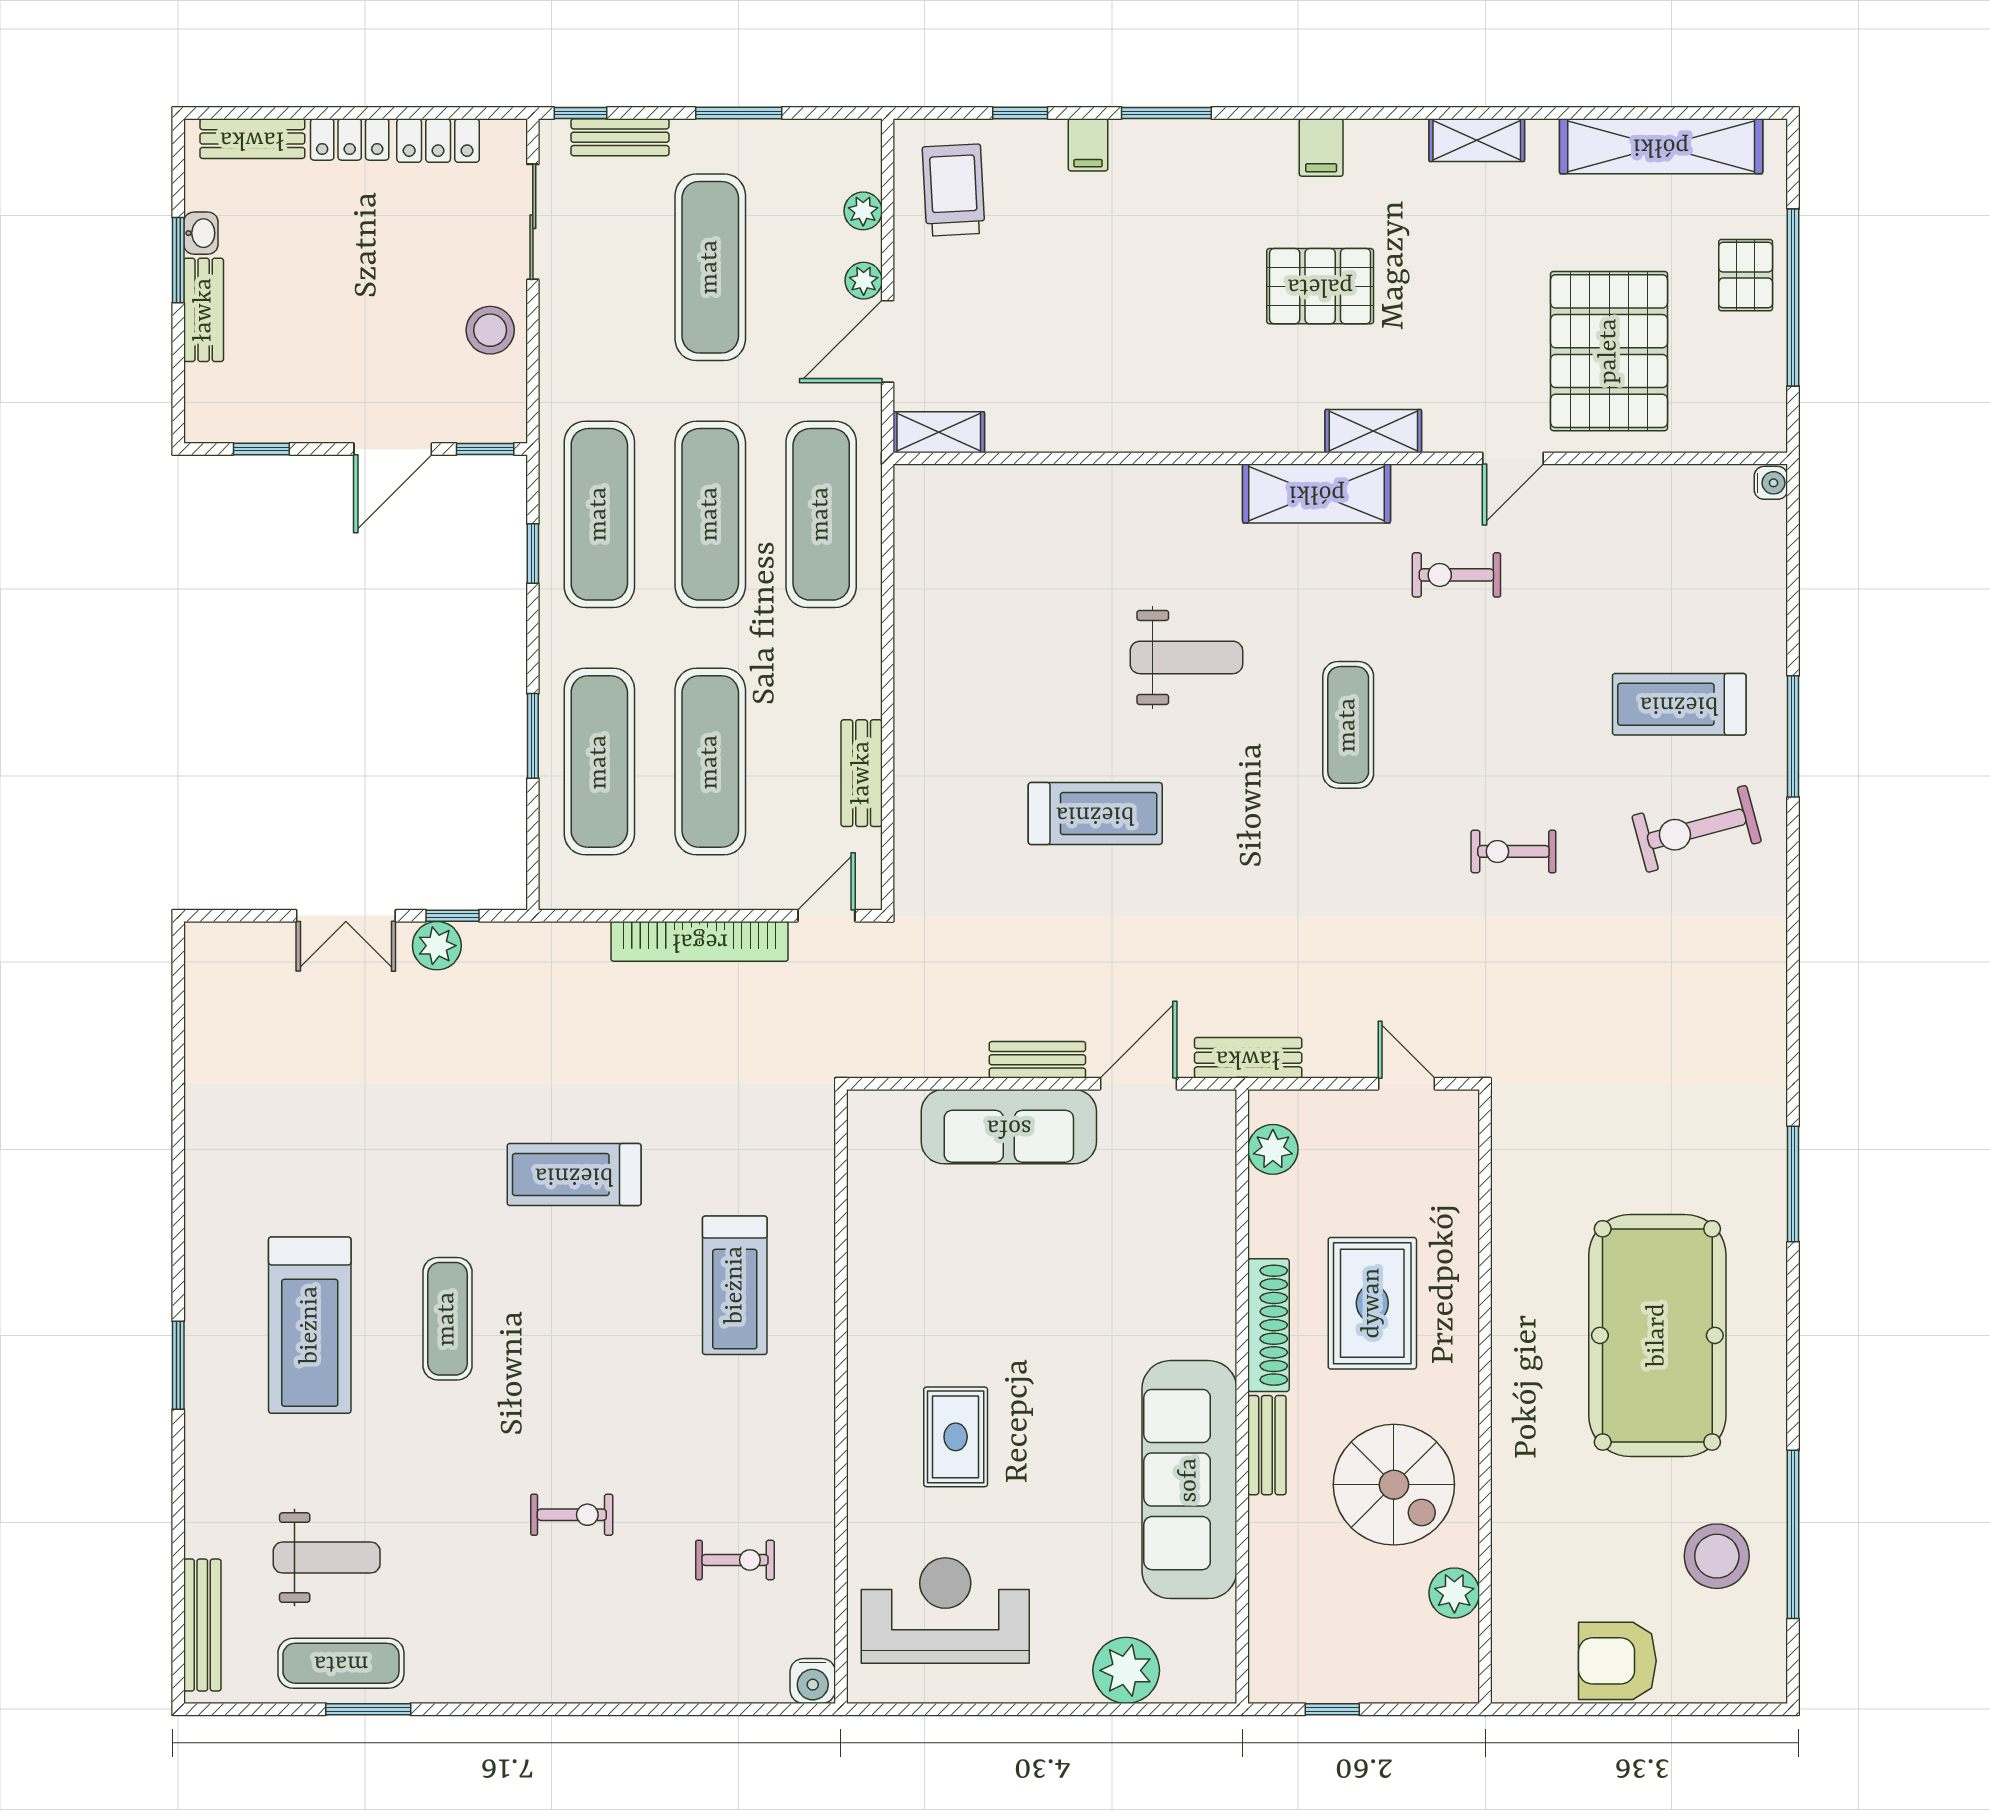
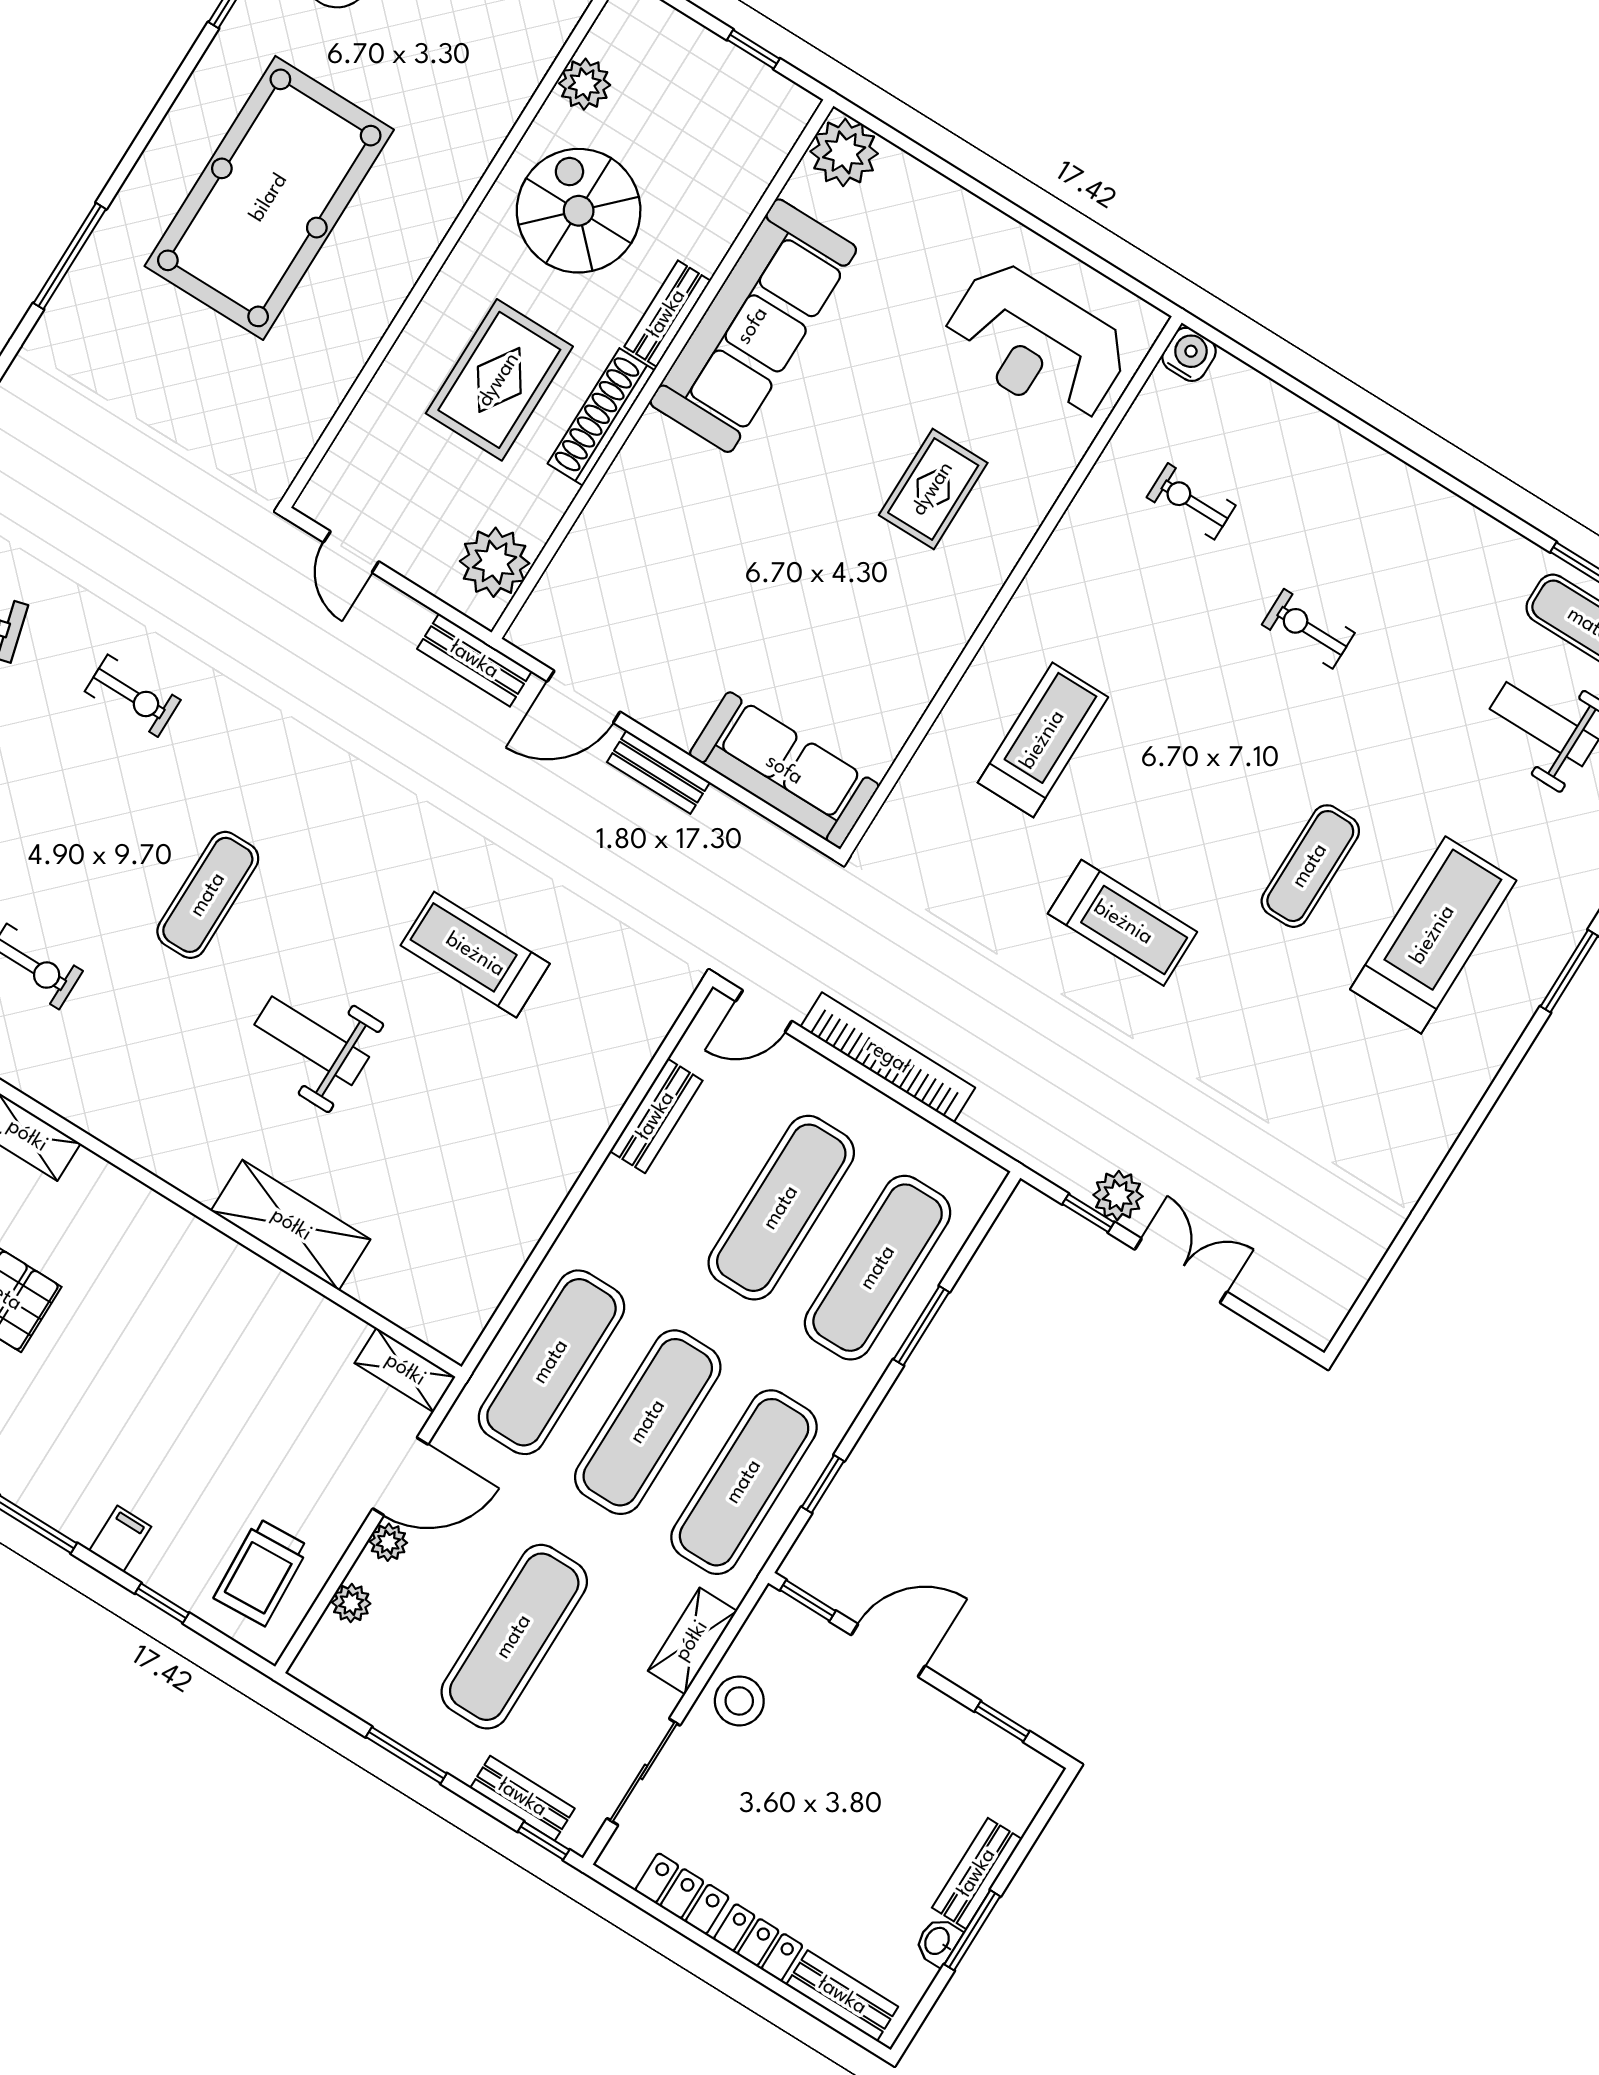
shelving: (560, 356) -> (692, 1641), added
shelving: (1317, 493) -> (291, 1225), moved
sofa: (1009, 1127) -> (784, 770), moved
plant: (1273, 1149) -> (495, 562), width x1.36, depth x1.36
plant: (1126, 1670) -> (844, 152), moved

